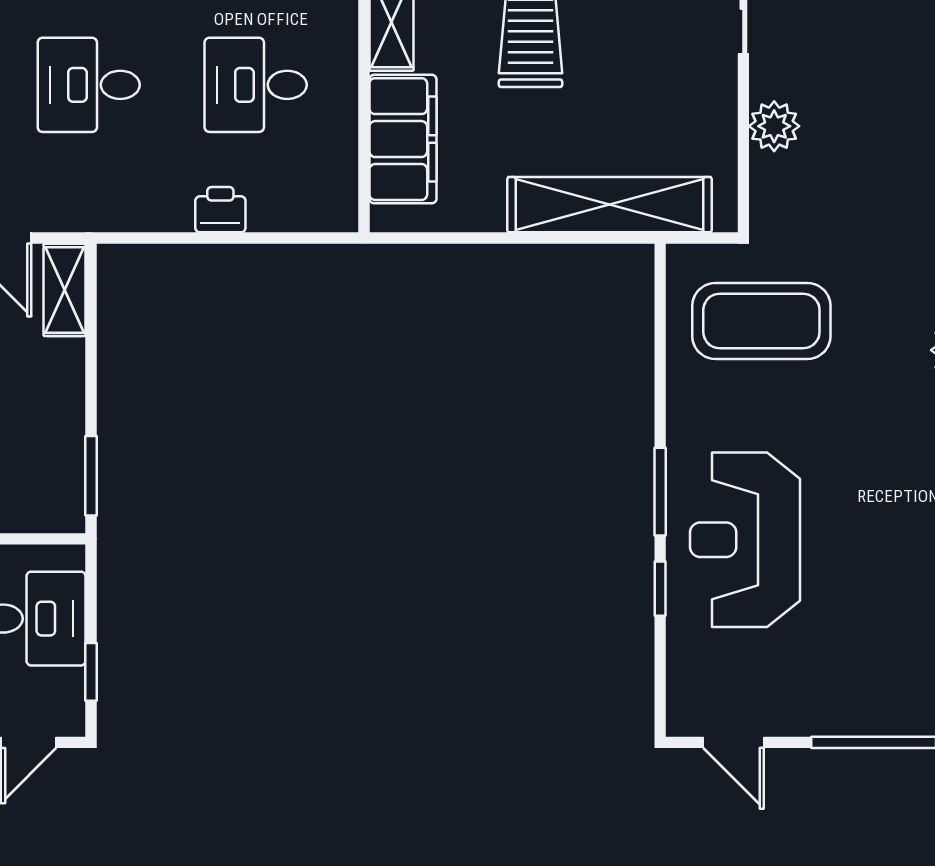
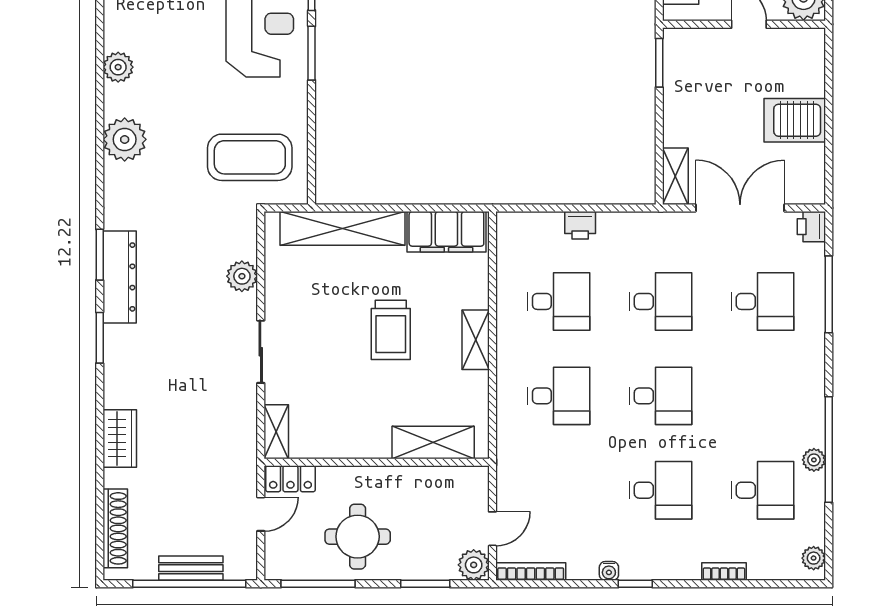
filing cabinet: (403, 139) -> (446, 232), moved, turned -90

